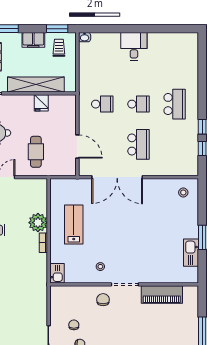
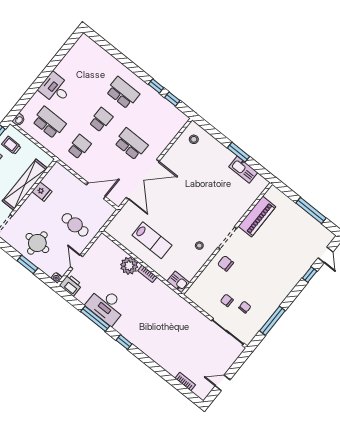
school desk: (102, 64) -> (49, 123), added
lab bench: (74, 225) -> (152, 240), turned 180

